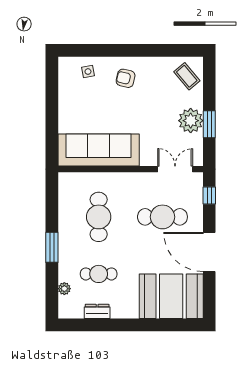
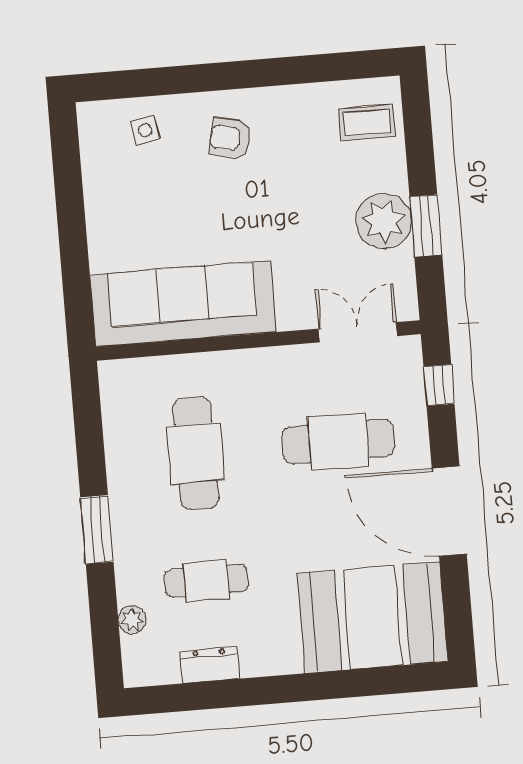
coffee table: (187, 76) -> (367, 123), turned -50

